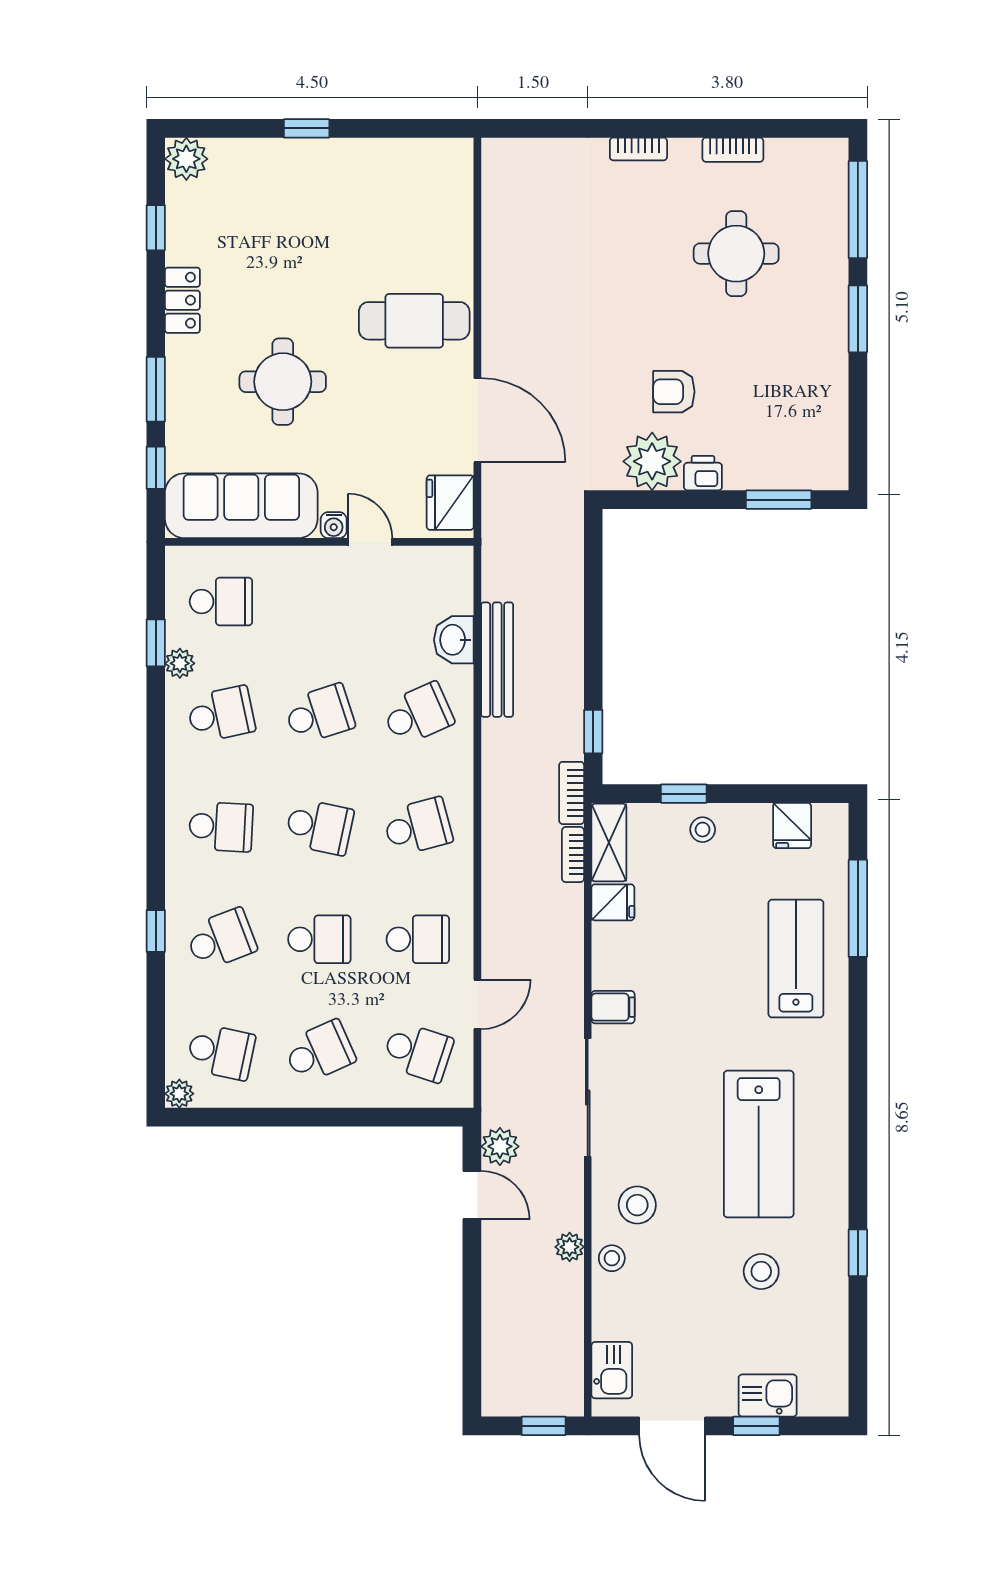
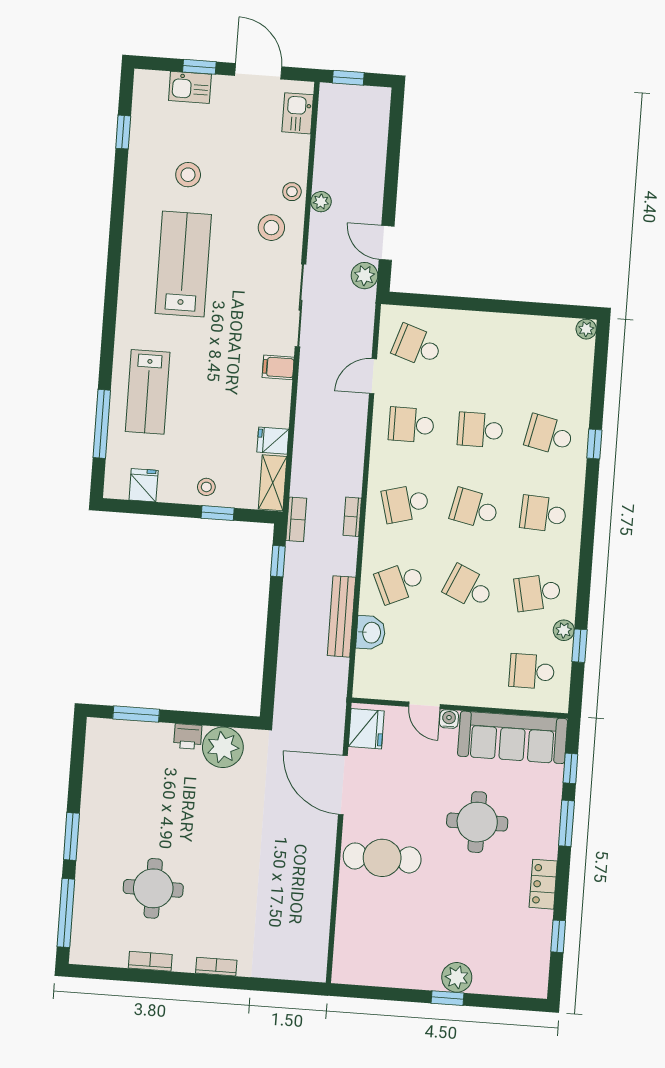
plant: (186, 159) -> (457, 977), moved
armchair: (674, 392) -> (204, 795), removed
school desk: (319, 714) -> (469, 587), turned 42
bookcase: (573, 855) -> (352, 517), moved, turned 180
school desk: (221, 939) -> (549, 435), turned 33
school desk: (221, 1052) -> (555, 356), removed
school desk: (319, 1052) -> (486, 351), removed
window: (858, 1253) -> (123, 132), moved

